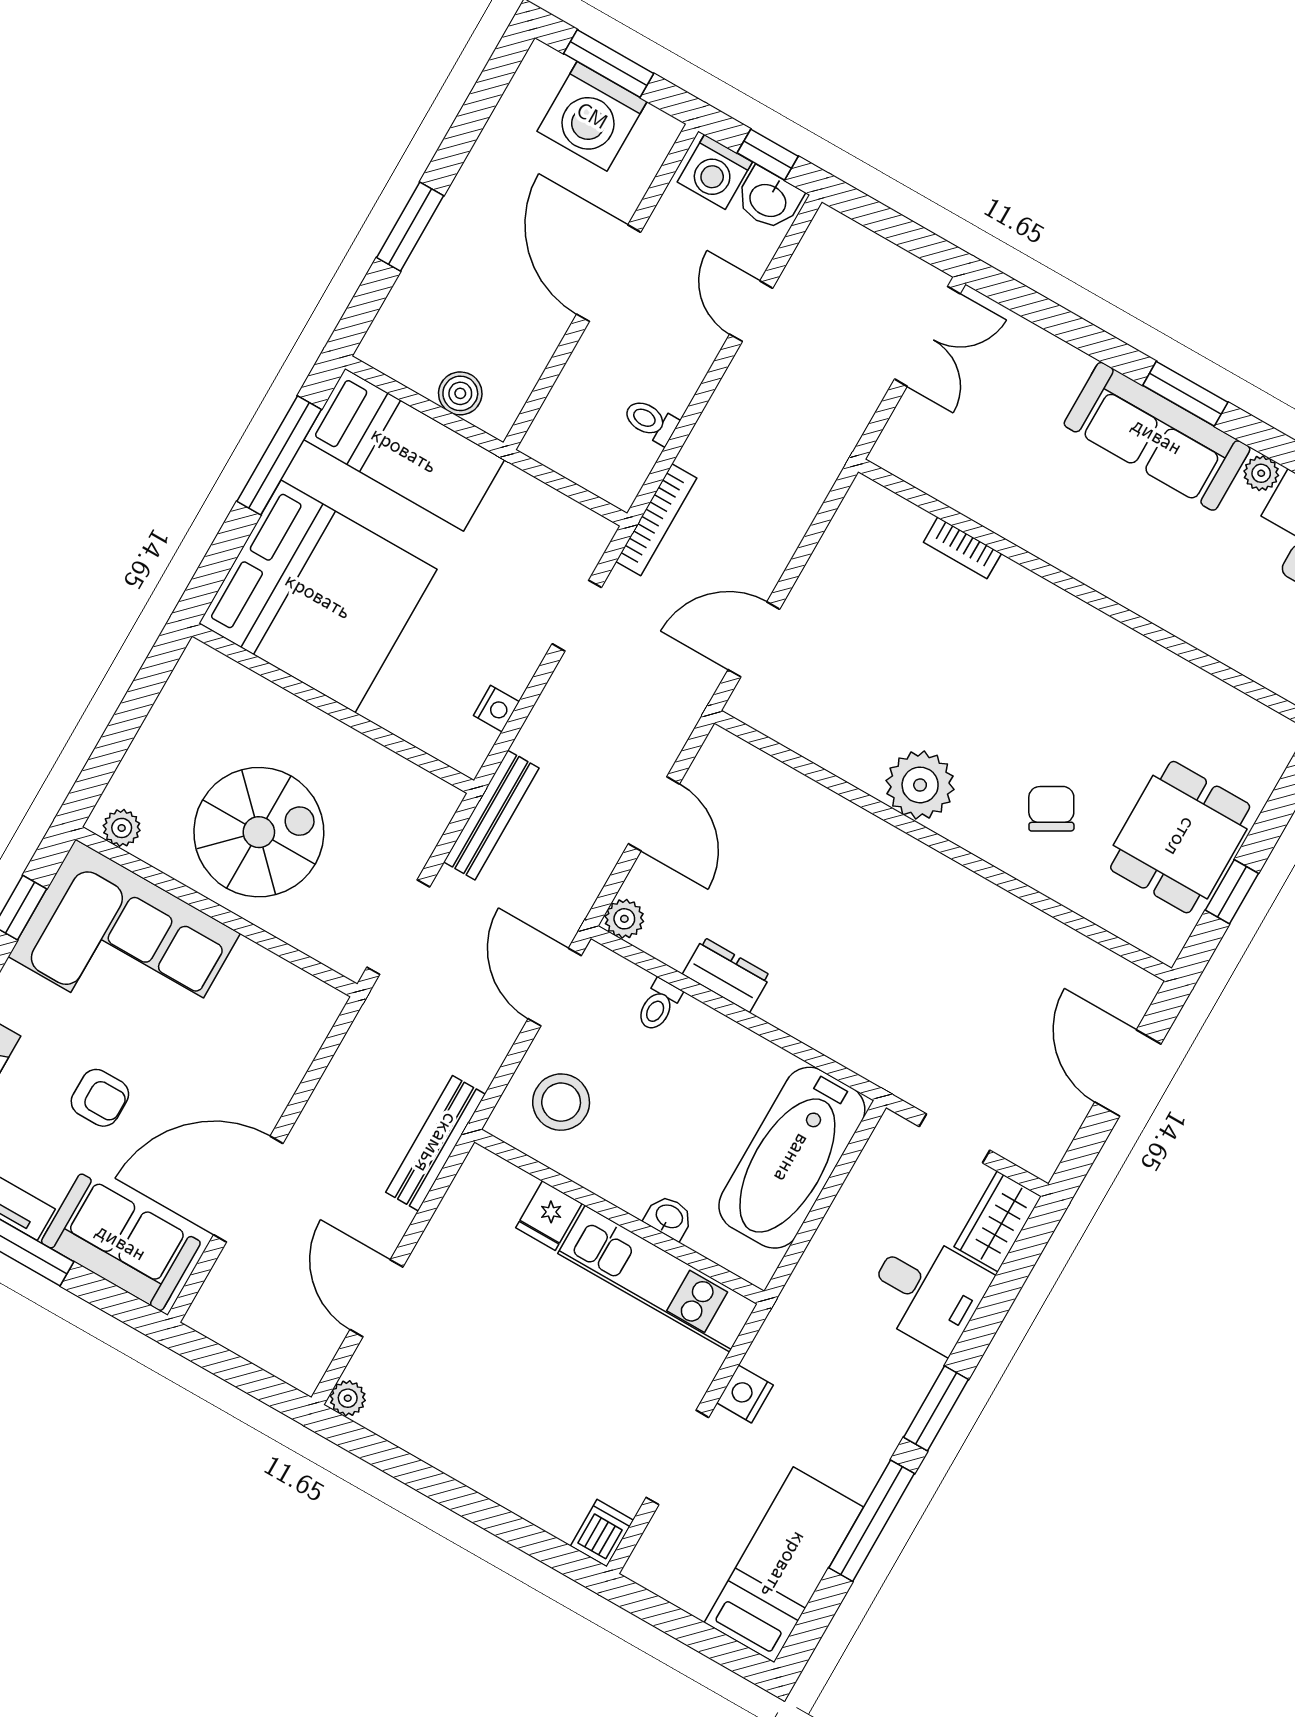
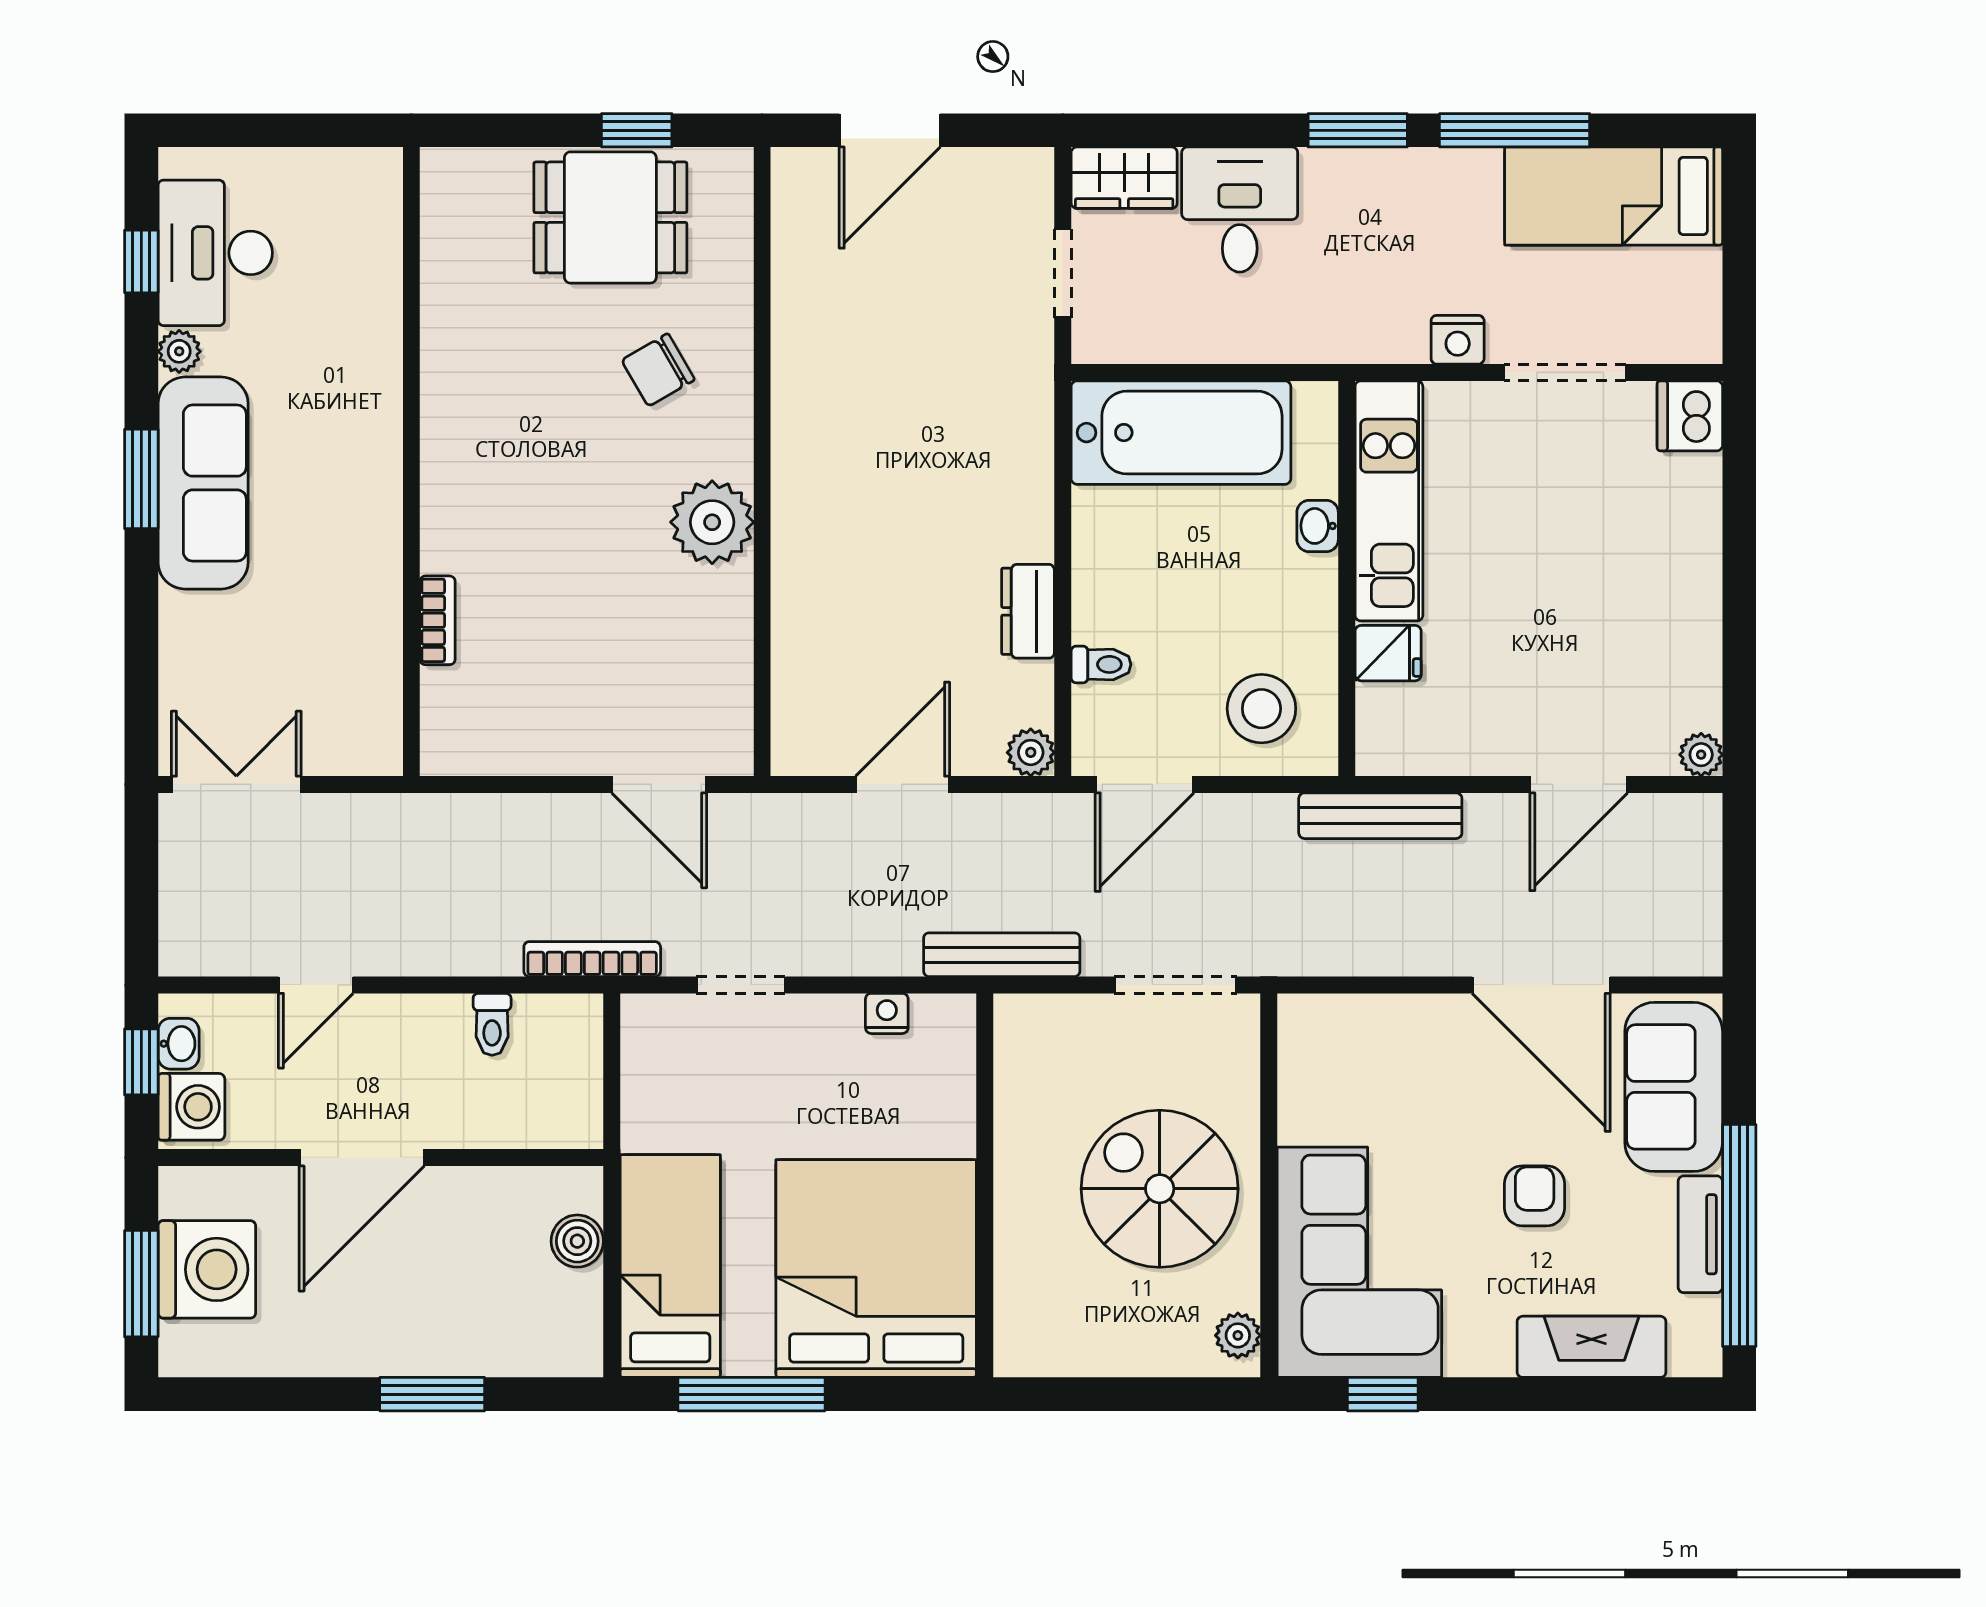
washbasin: (769, 199) -> (179, 1044), width x0.72, depth x0.69
dishwasher: (602, 1533) -> (1690, 416), width x1.38

